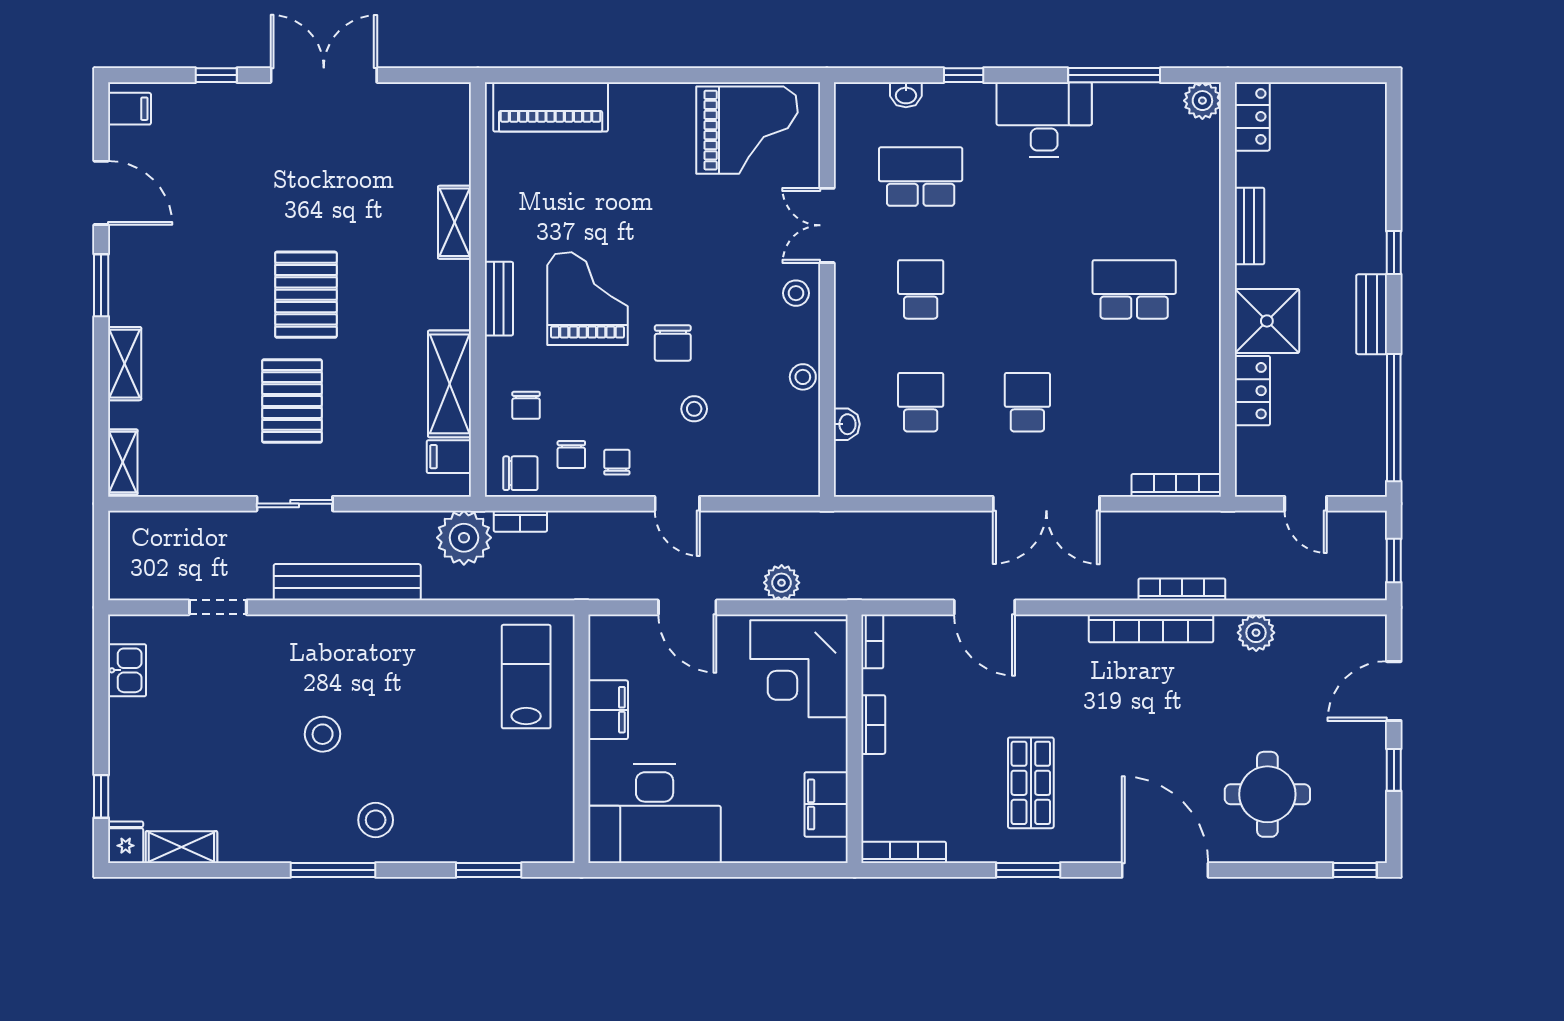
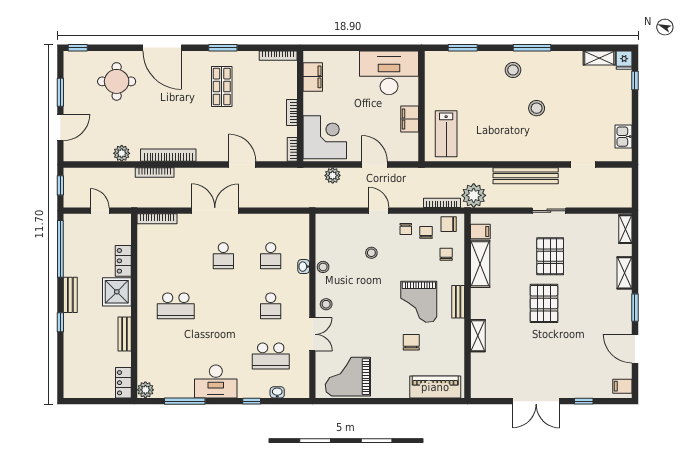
chair: (673, 343) -> (411, 342), moved
washbasin: (847, 424) -> (304, 267), moved
bookcase: (520, 521) -> (442, 203), width x1.56
window: (1394, 770) -> (60, 92), width x1.50

